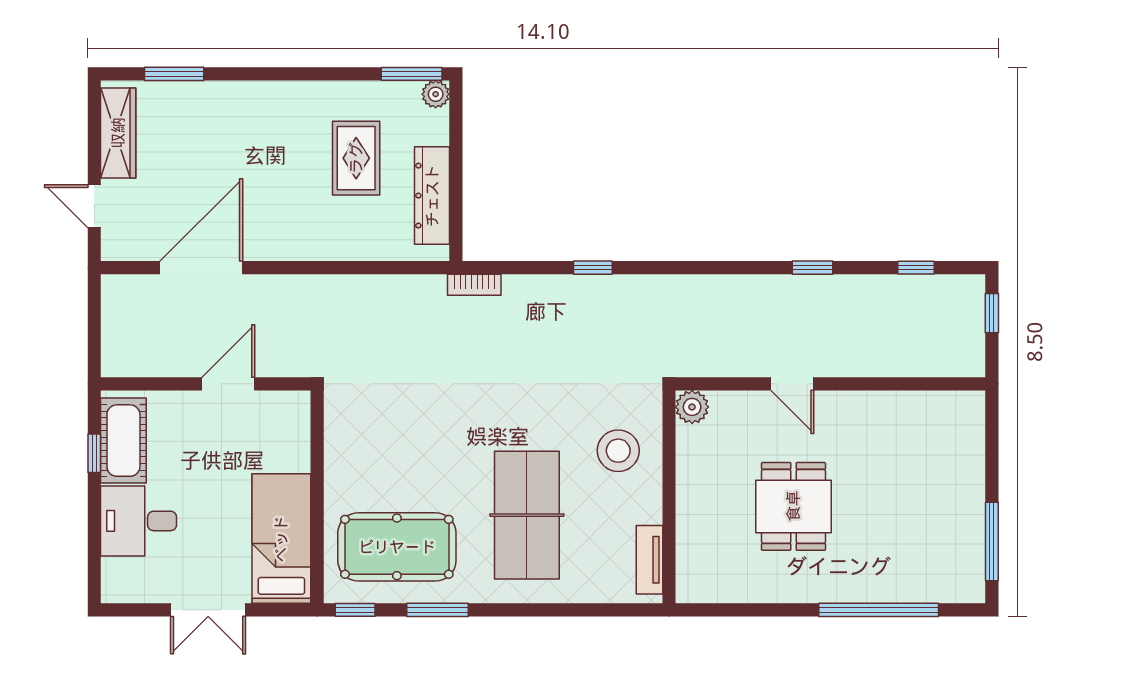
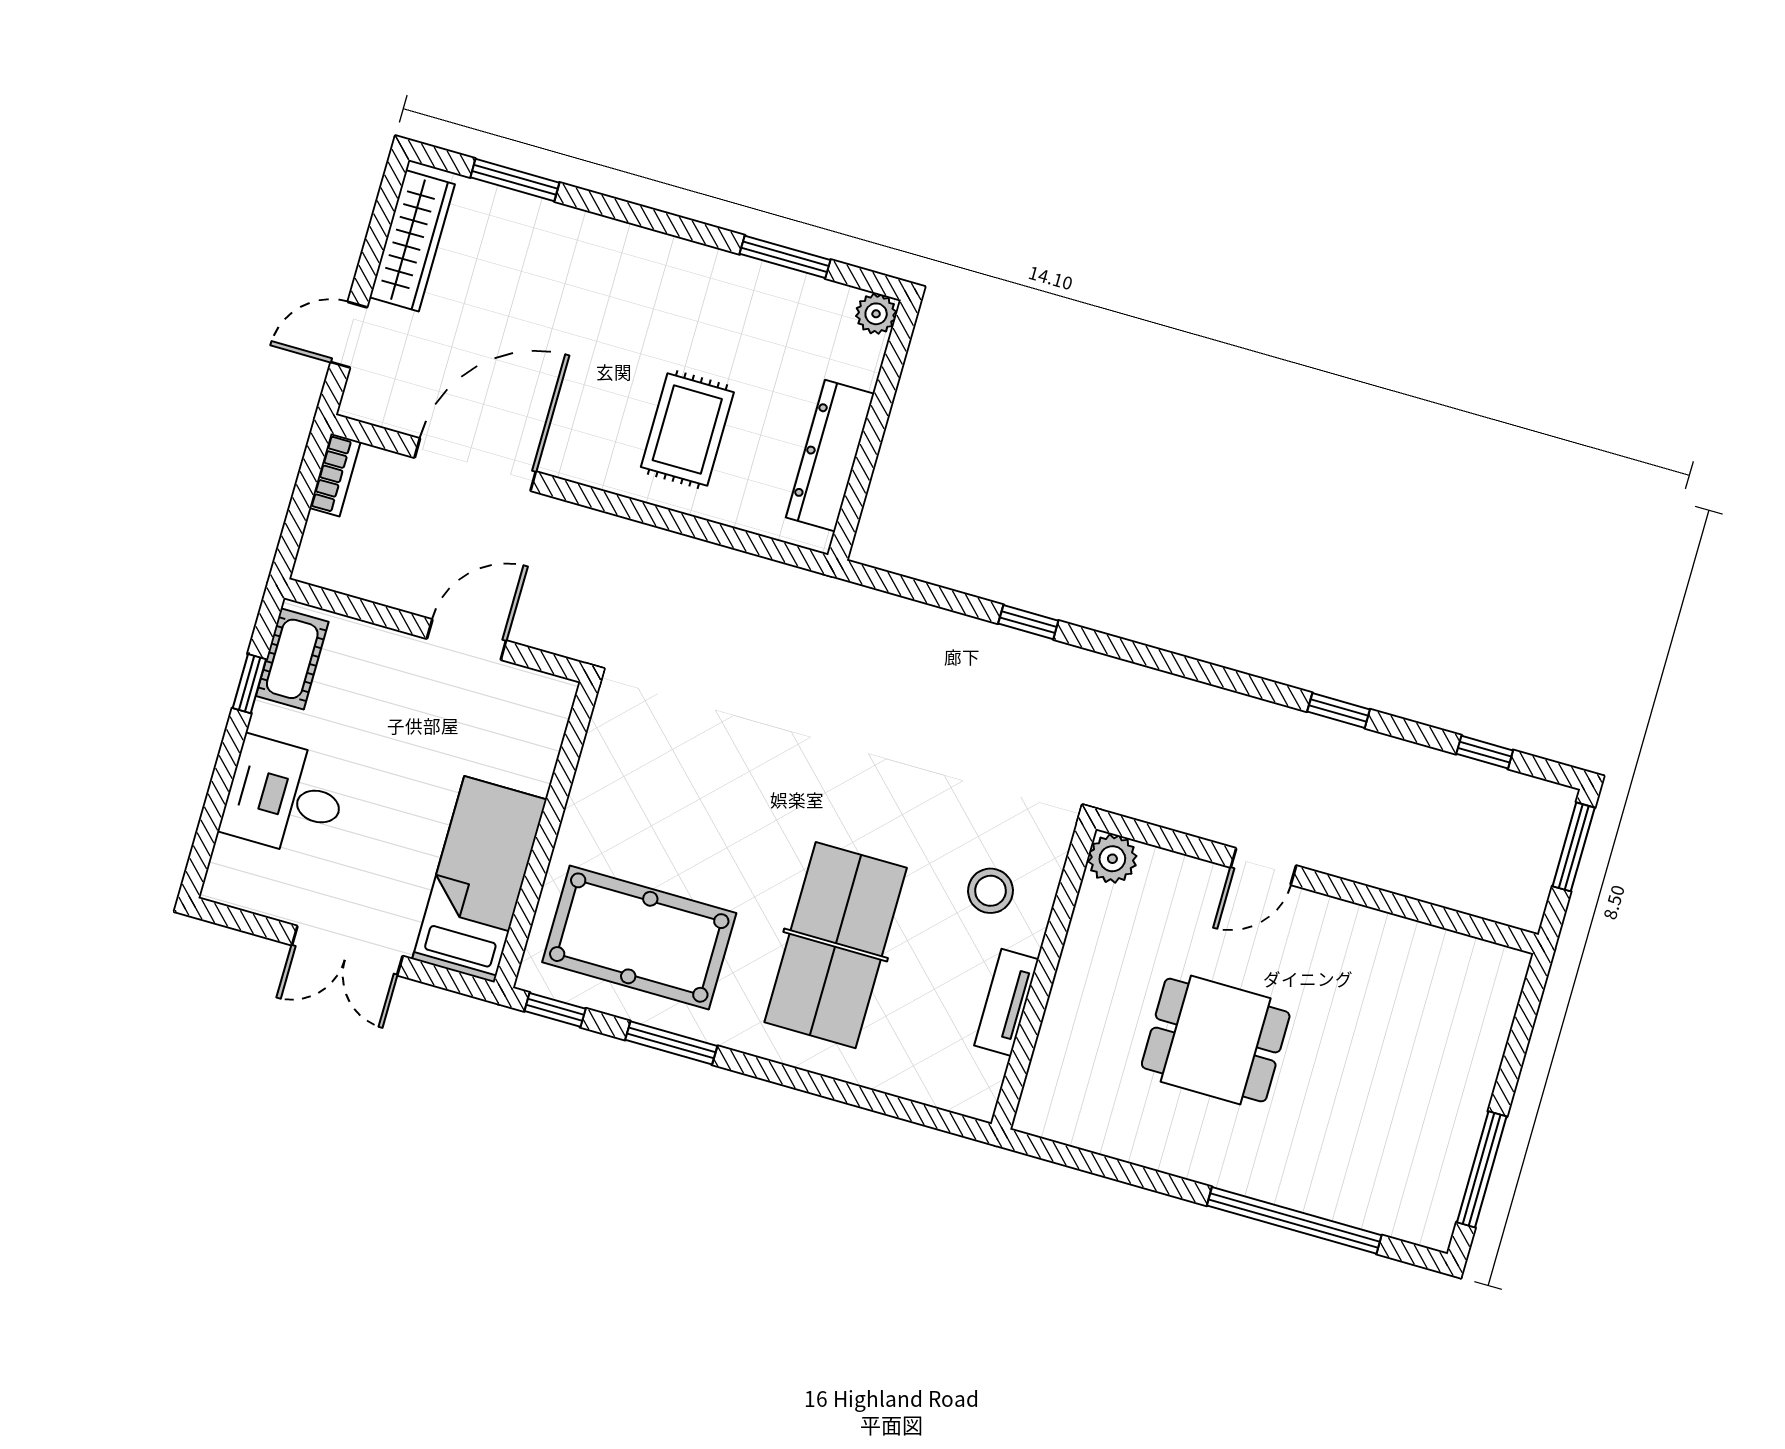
window: (412, 74) -> (785, 257), moved
rug: (356, 158) -> (687, 430), moved
door: (94, 206) -> (349, 335), hinge flipped
bookcase: (474, 285) -> (335, 475), moved, turned -90
window: (992, 313) -> (1574, 847), width x1.50
door: (792, 384) -> (1263, 867), hinge flipped
cot: (123, 441) -> (292, 659), width x0.73, depth x0.75
stool: (618, 451) -> (991, 891), width x0.73, depth x0.73
dining table: (793, 506) -> (1216, 1040), turned 90
tv unit: (649, 560) -> (1006, 1002), moved

